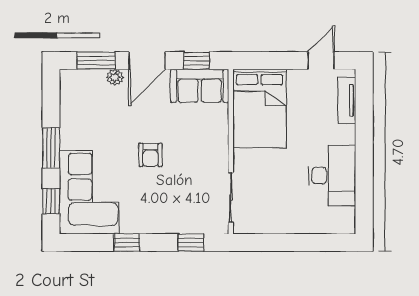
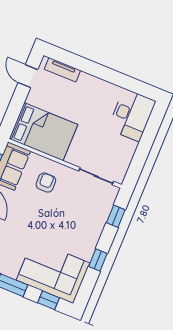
armchair: (151, 155) -> (46, 183), moved, turned -90
desk: (332, 176) -> (132, 115), moved, turned 90

